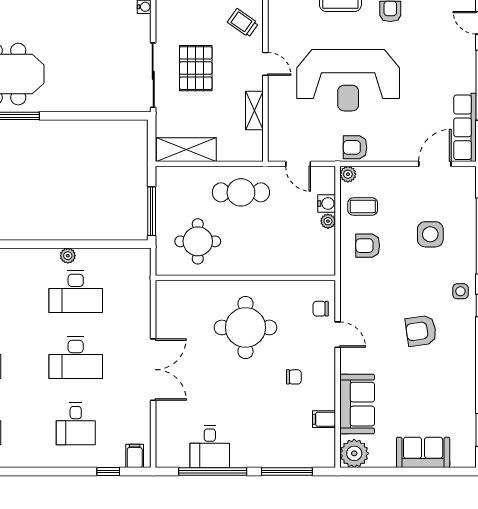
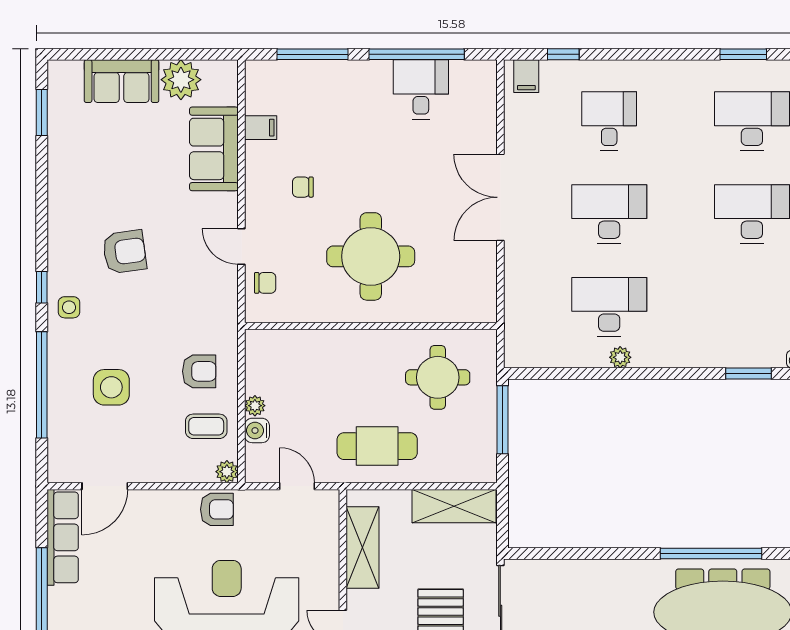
shelving: (254, 111) -> (362, 547), width x1.50, depth x1.33
plant: (354, 453) -> (181, 80), moved

